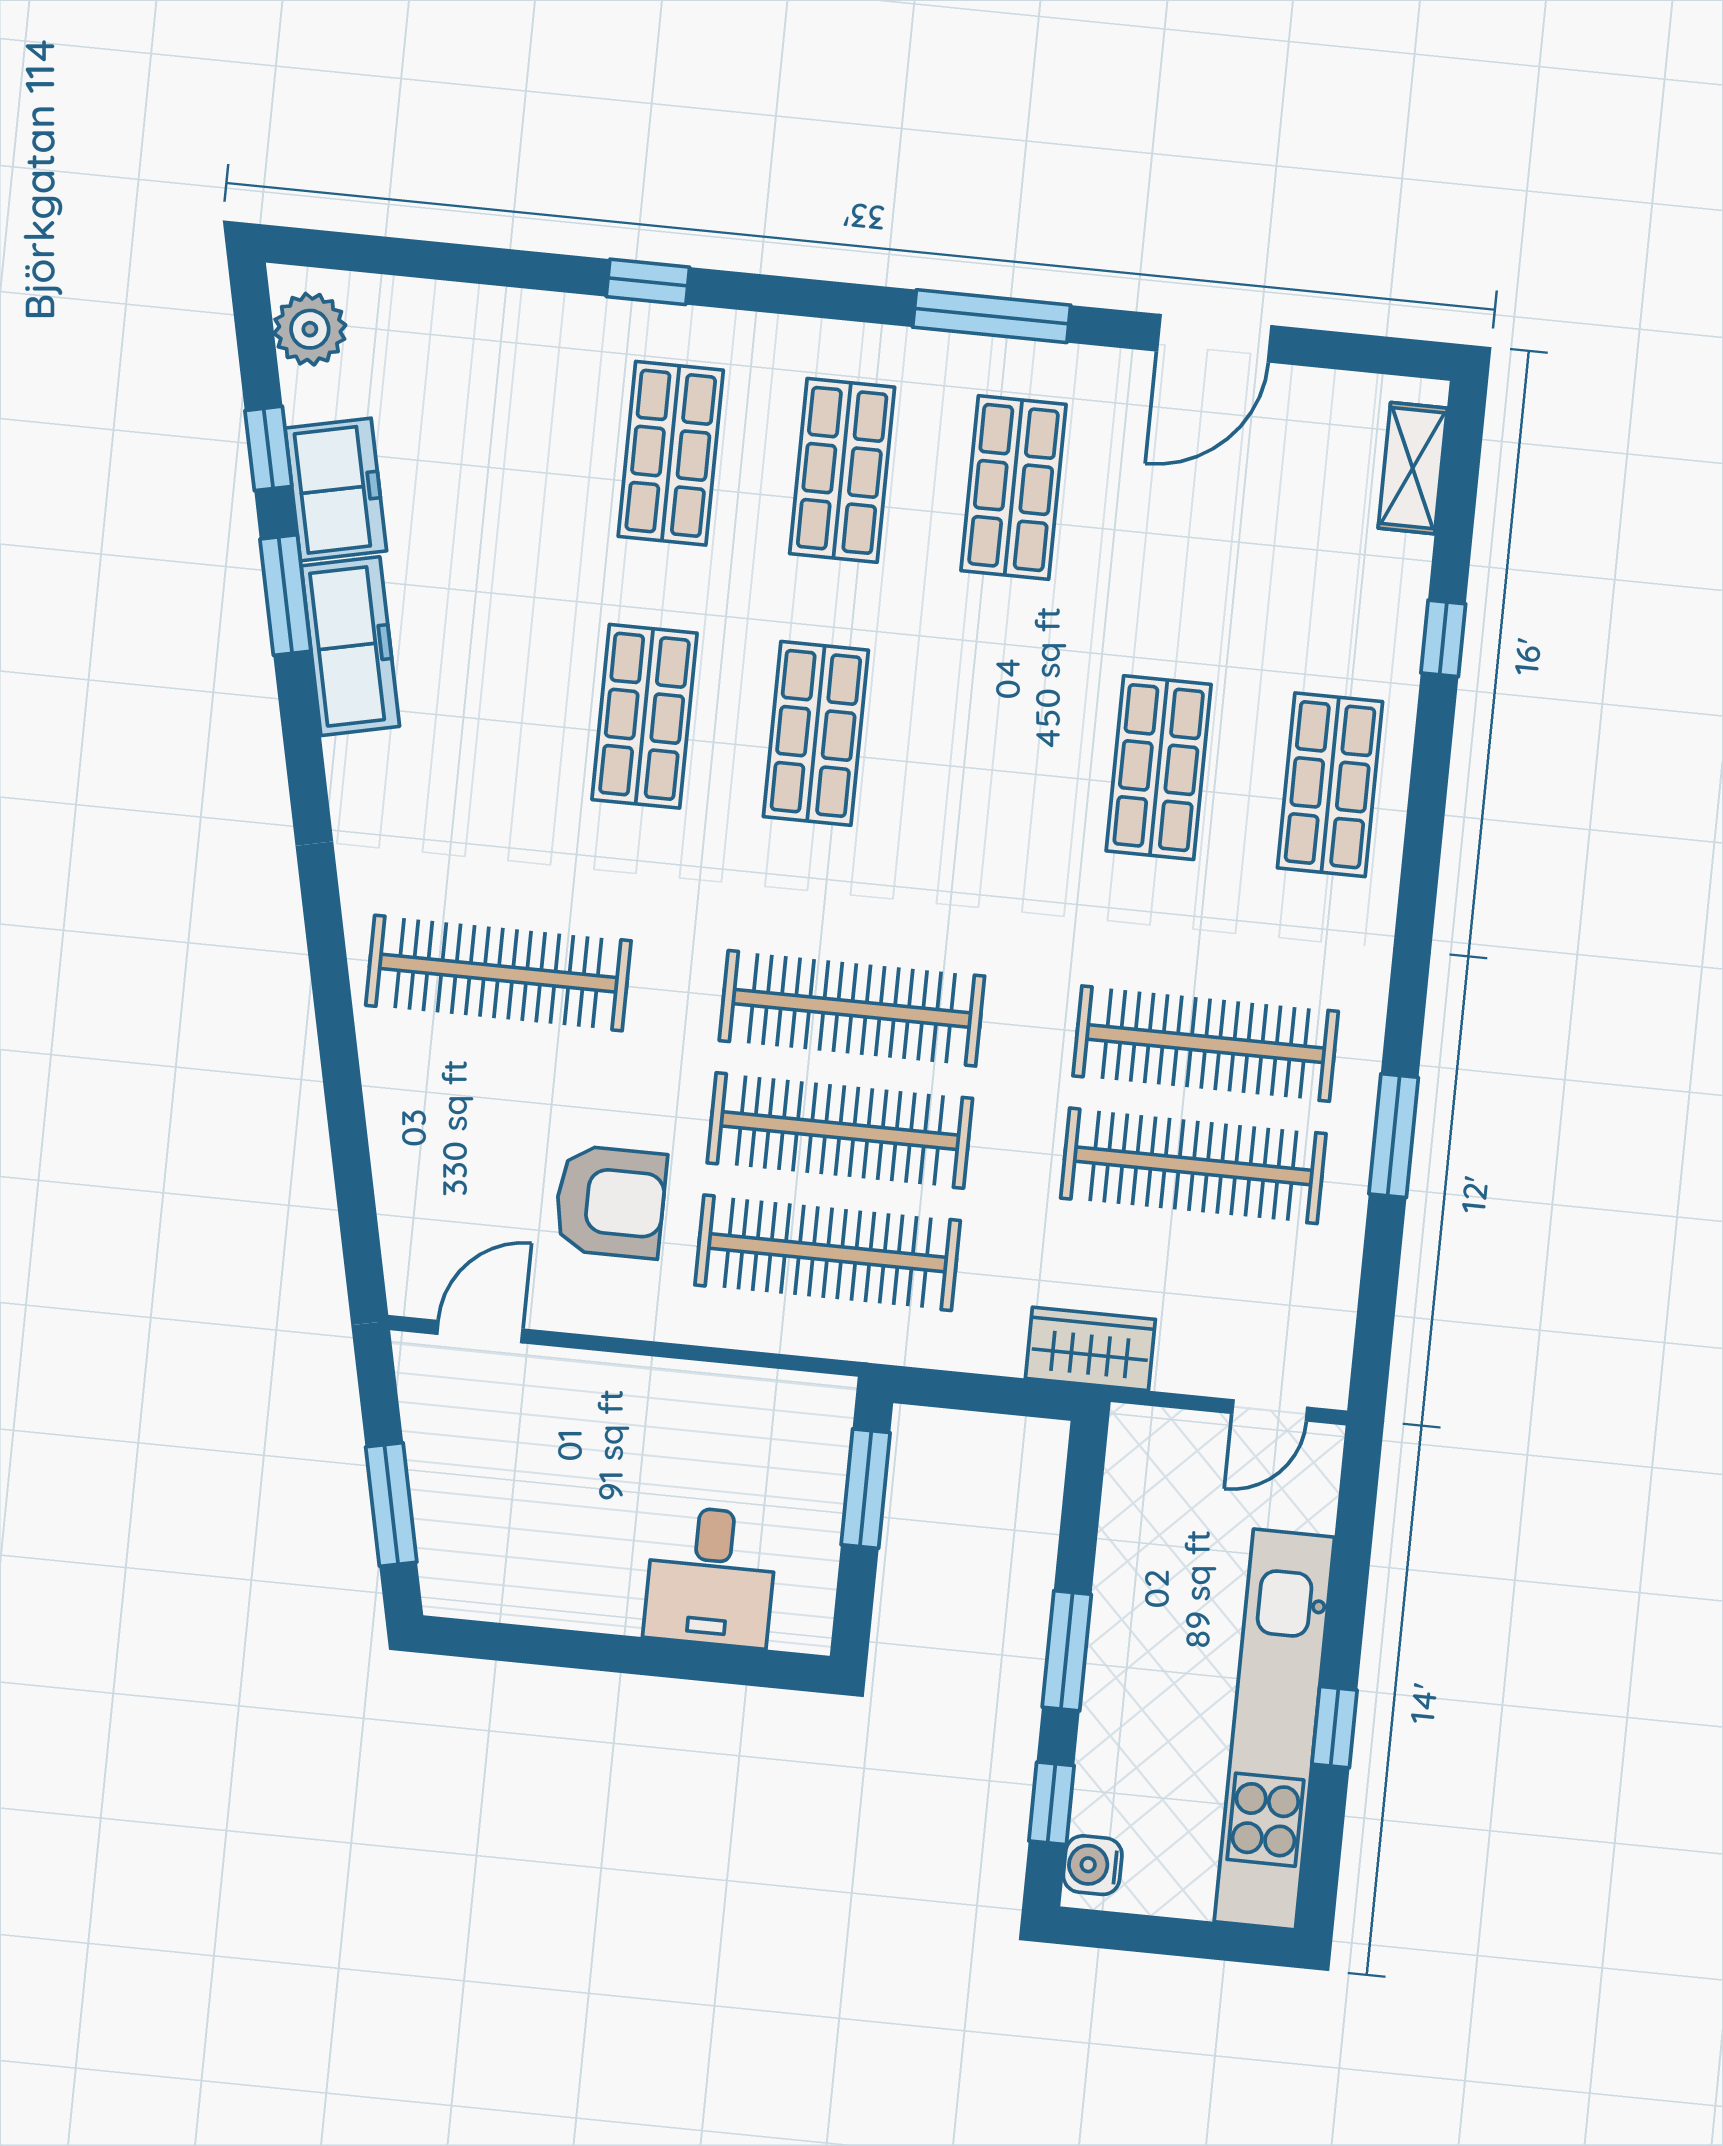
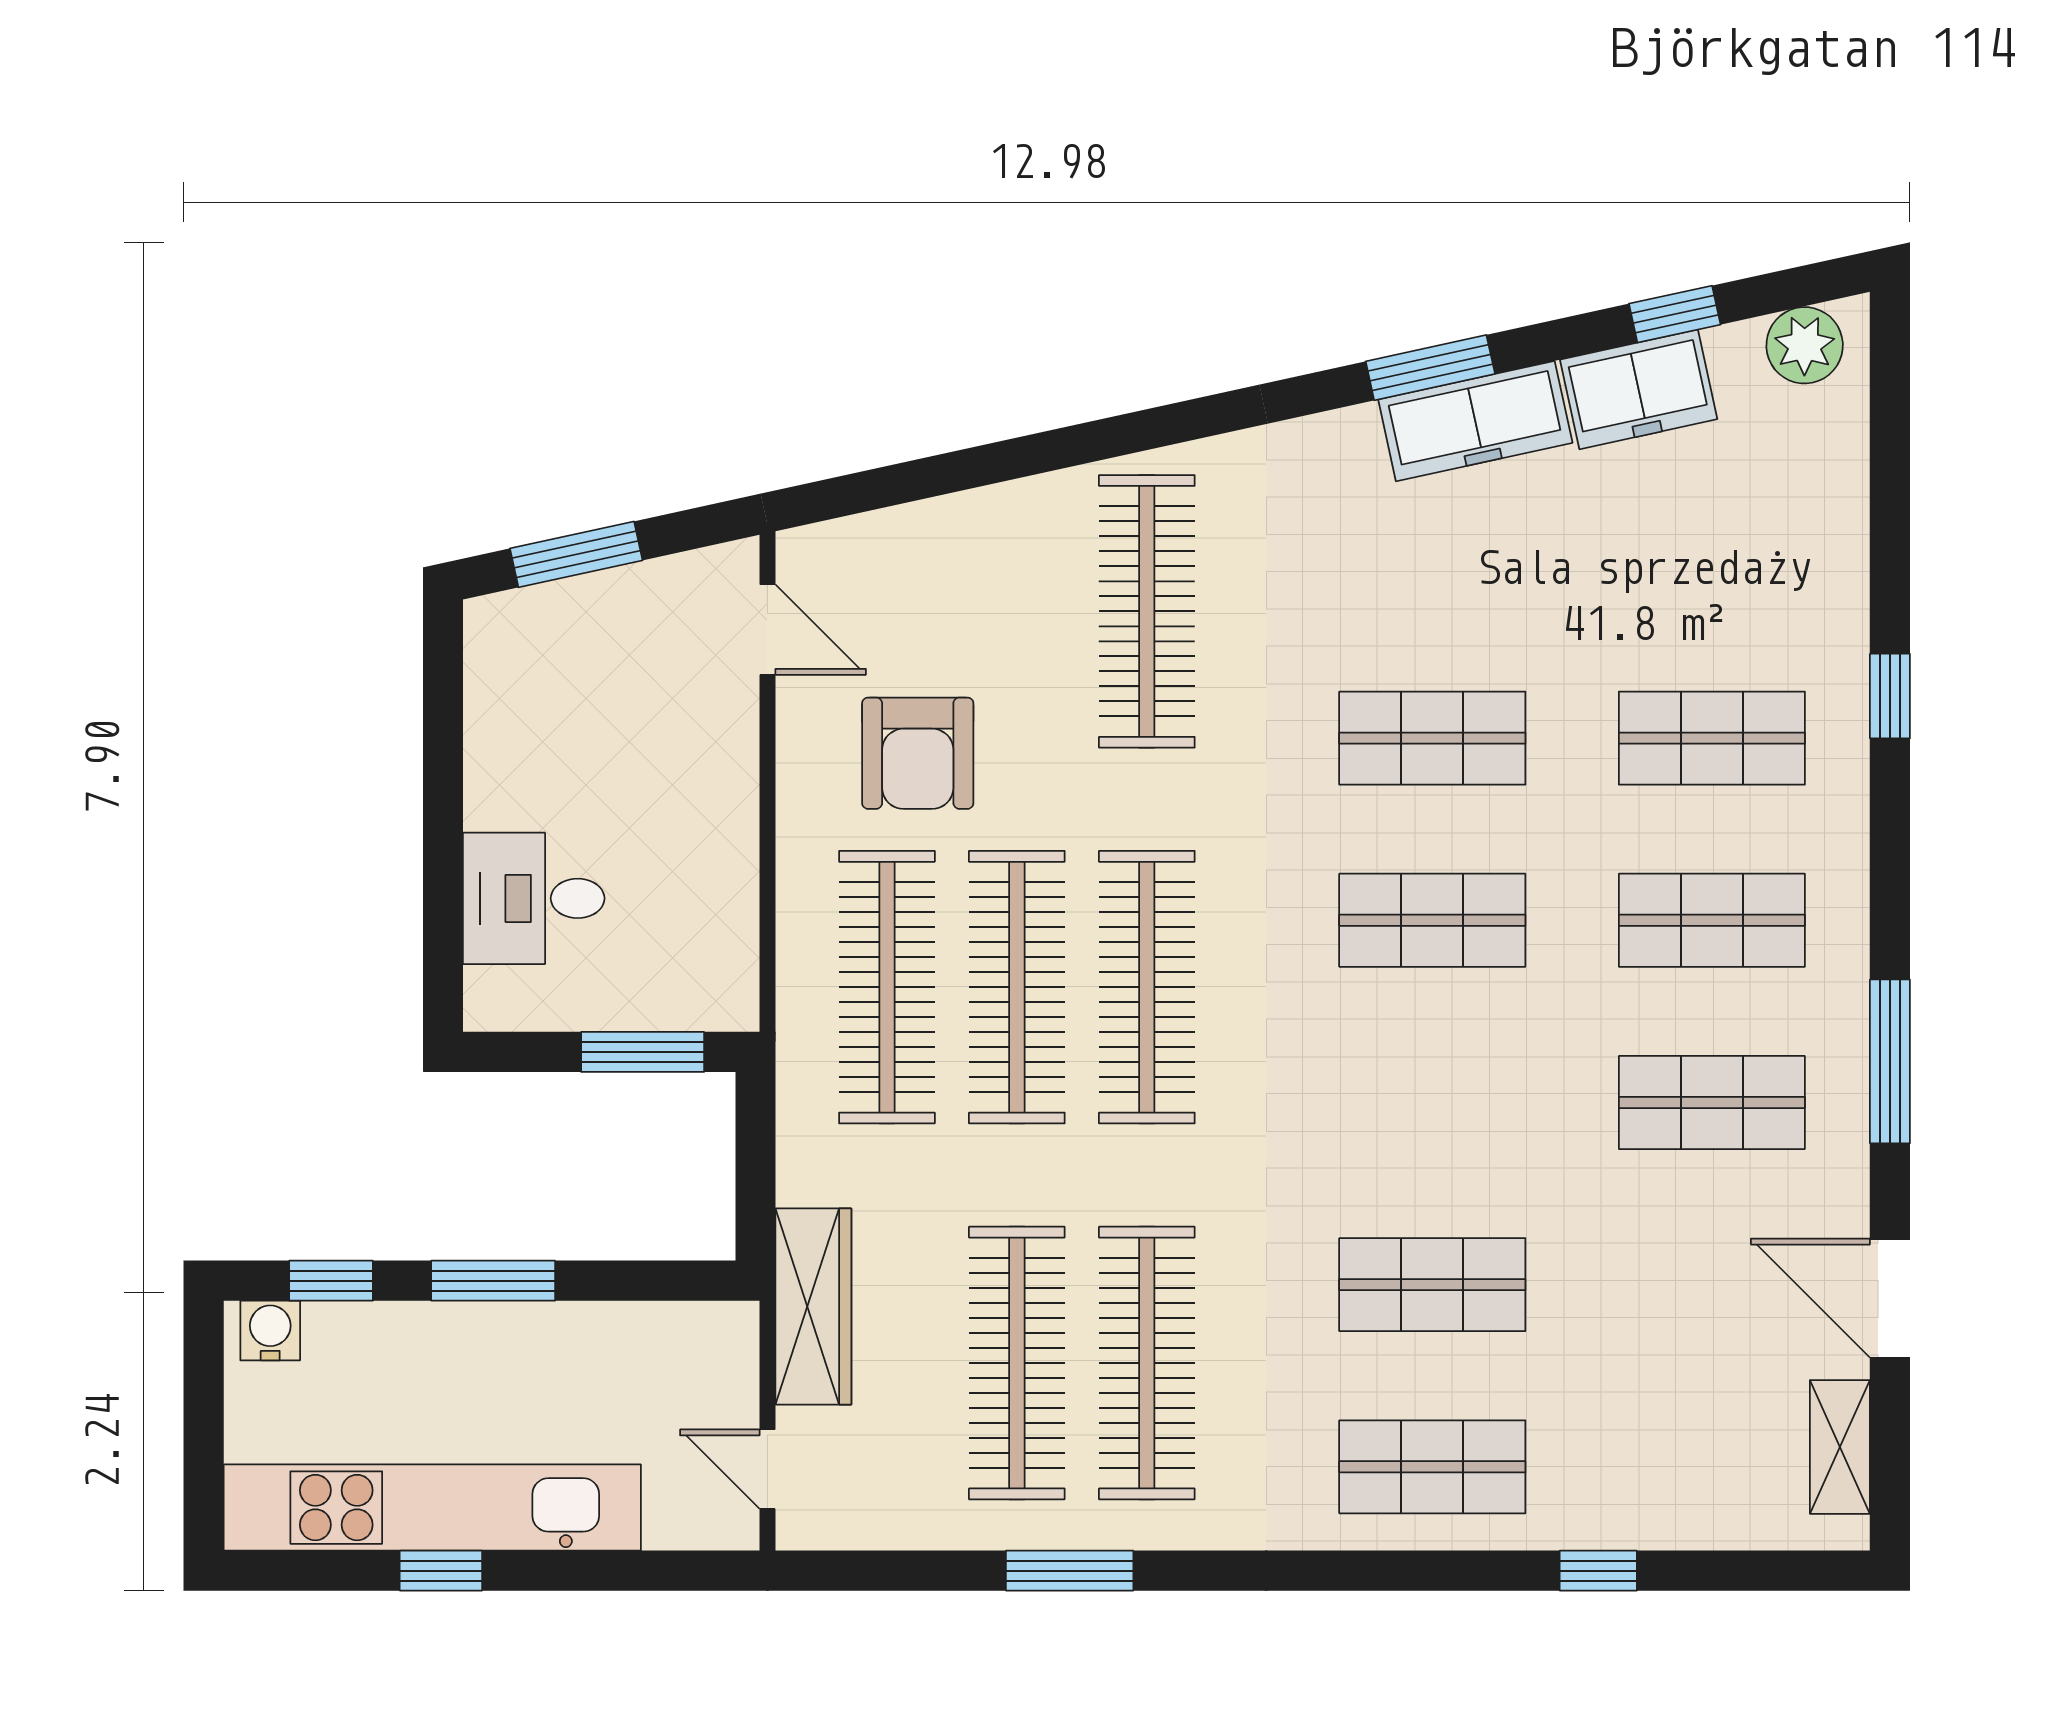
shelving: (1413, 468) -> (1840, 1447), moved, turned 90
window: (285, 595) -> (1430, 368), moved
wardrobe: (1090, 1349) -> (813, 1307), width x1.50

